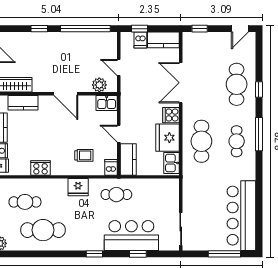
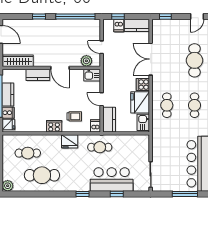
kitchen counter: (23, 103) -> (38, 75), moved
cafe table: (201, 141) -> (167, 105), width x0.73, depth x0.74
cooker: (41, 168) -> (54, 126), moved

